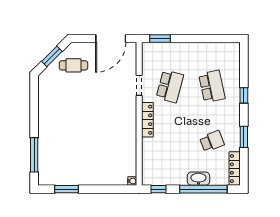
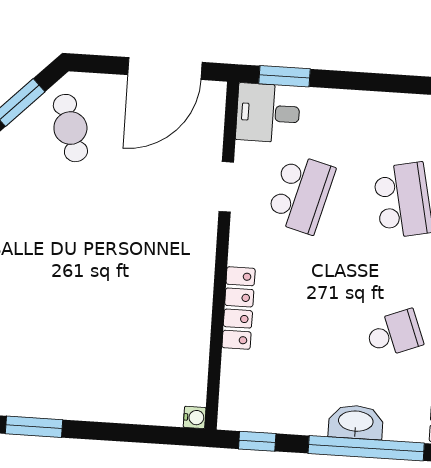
desk: (154, 54) -> (268, 113), added
cafe table: (73, 65) -> (70, 128), turned 73
locker: (147, 120) -> (239, 308), moved

